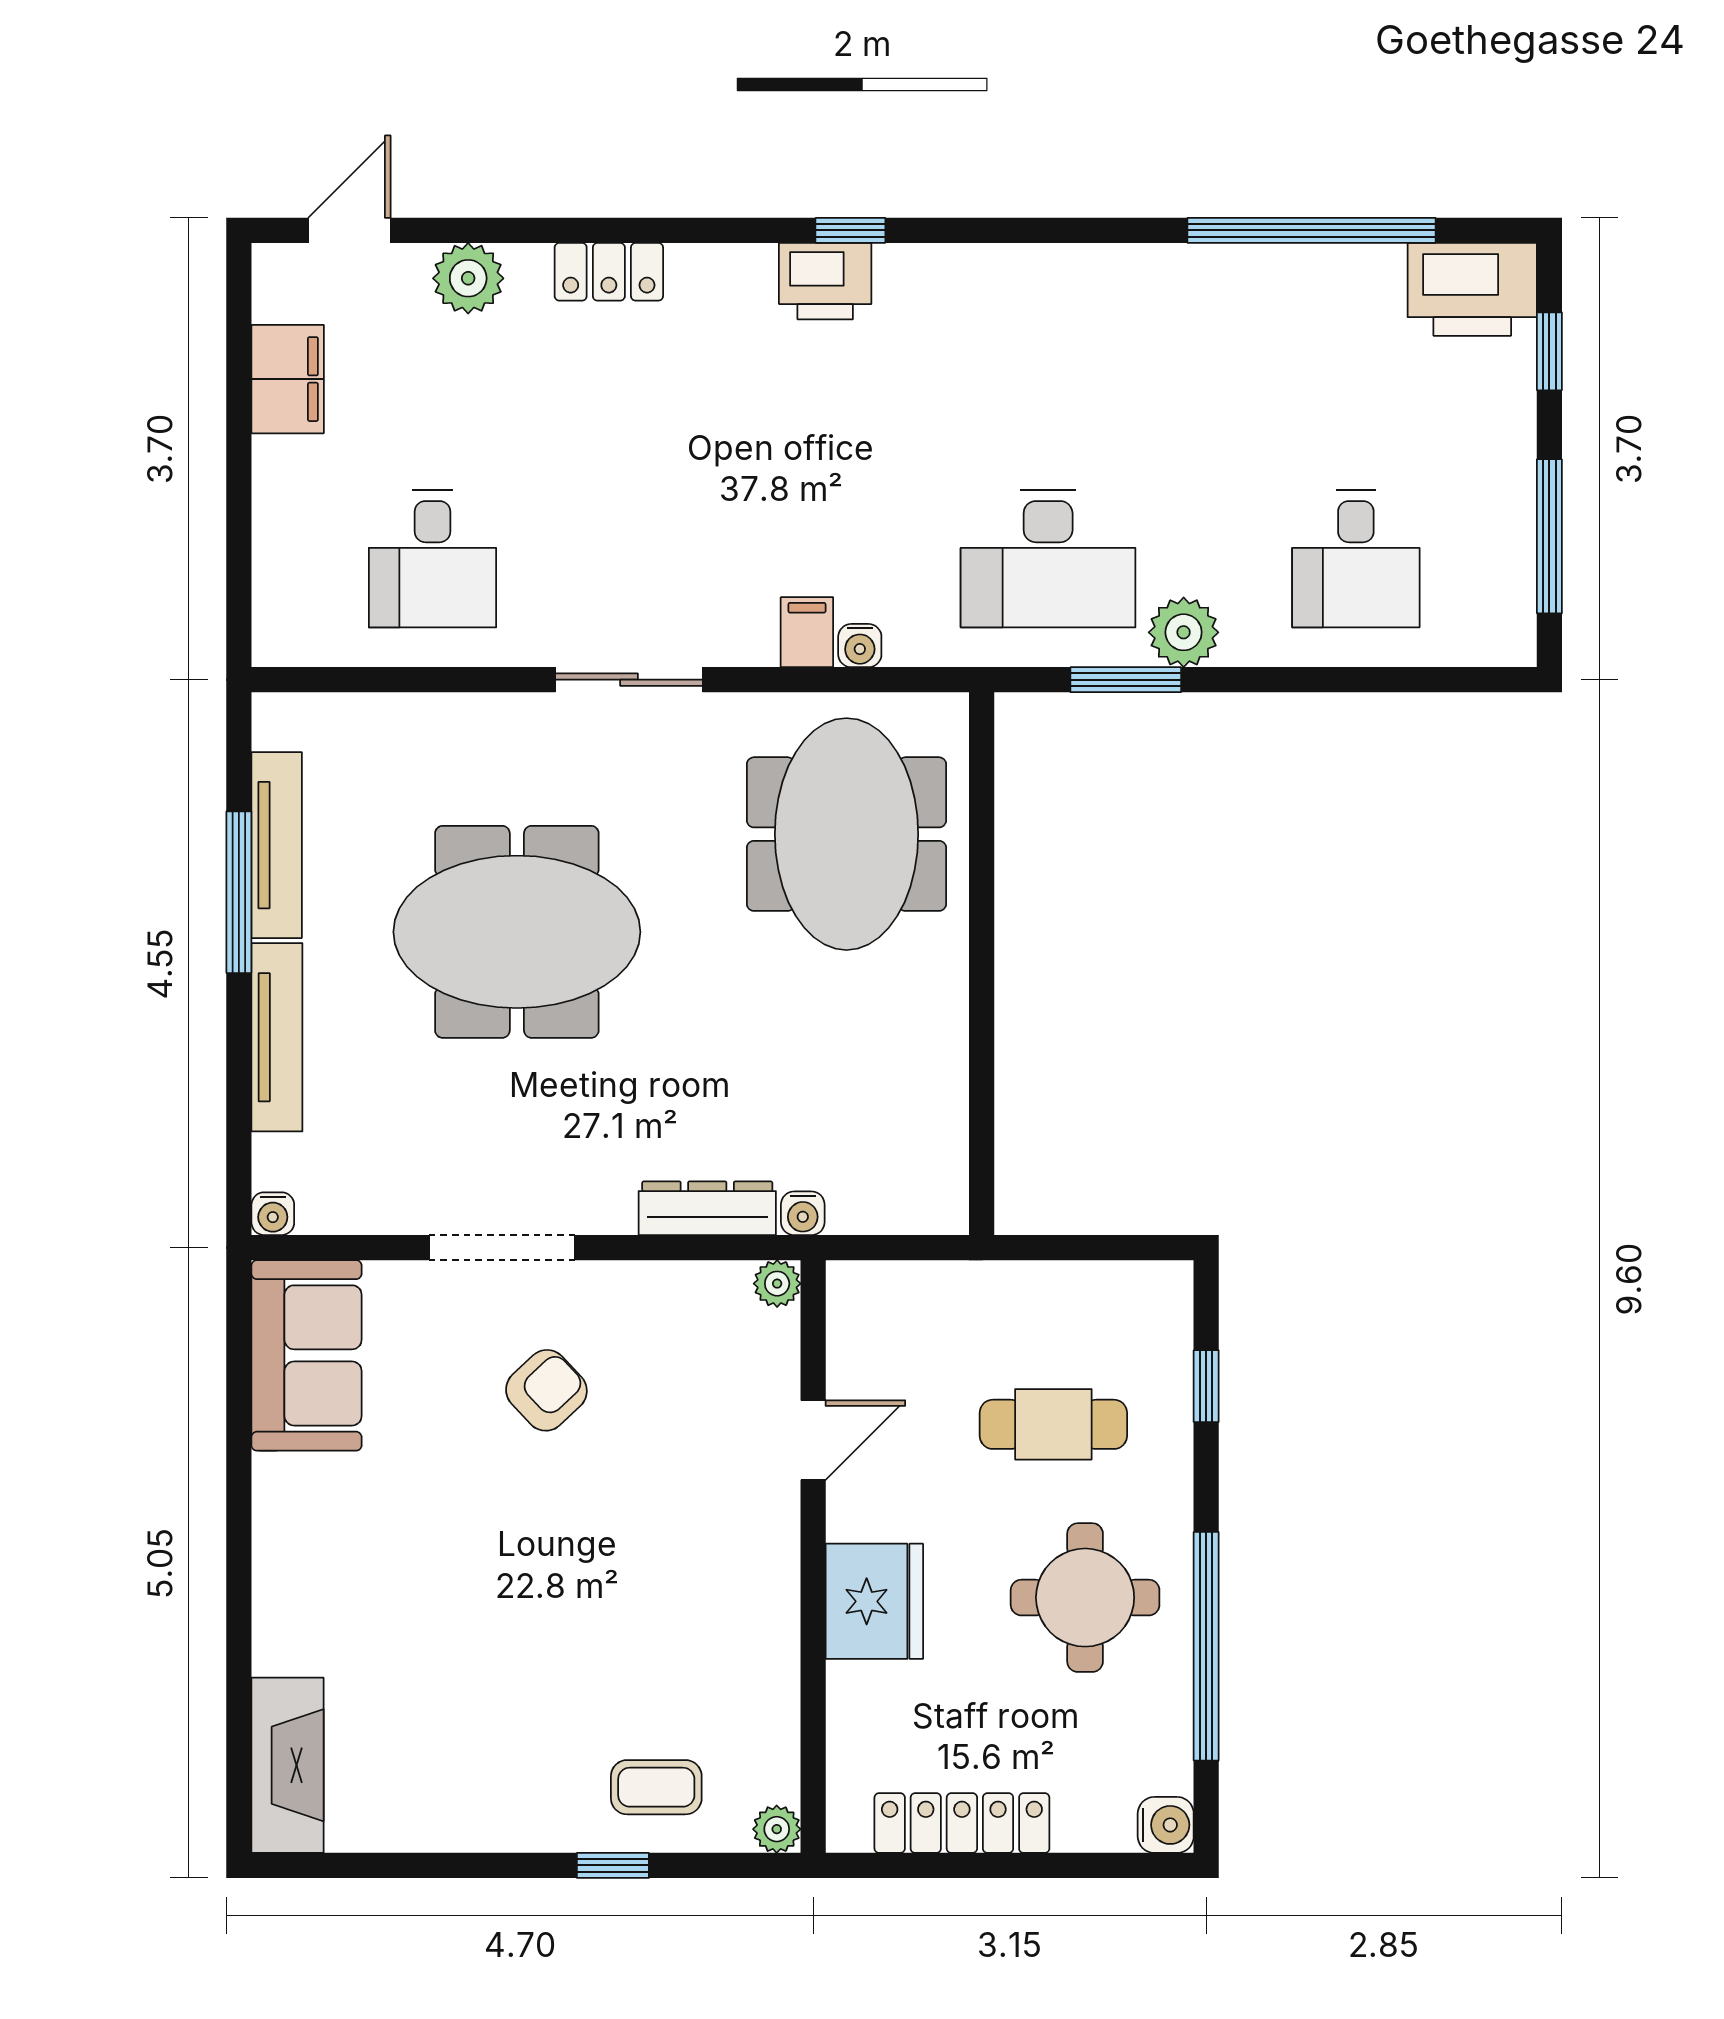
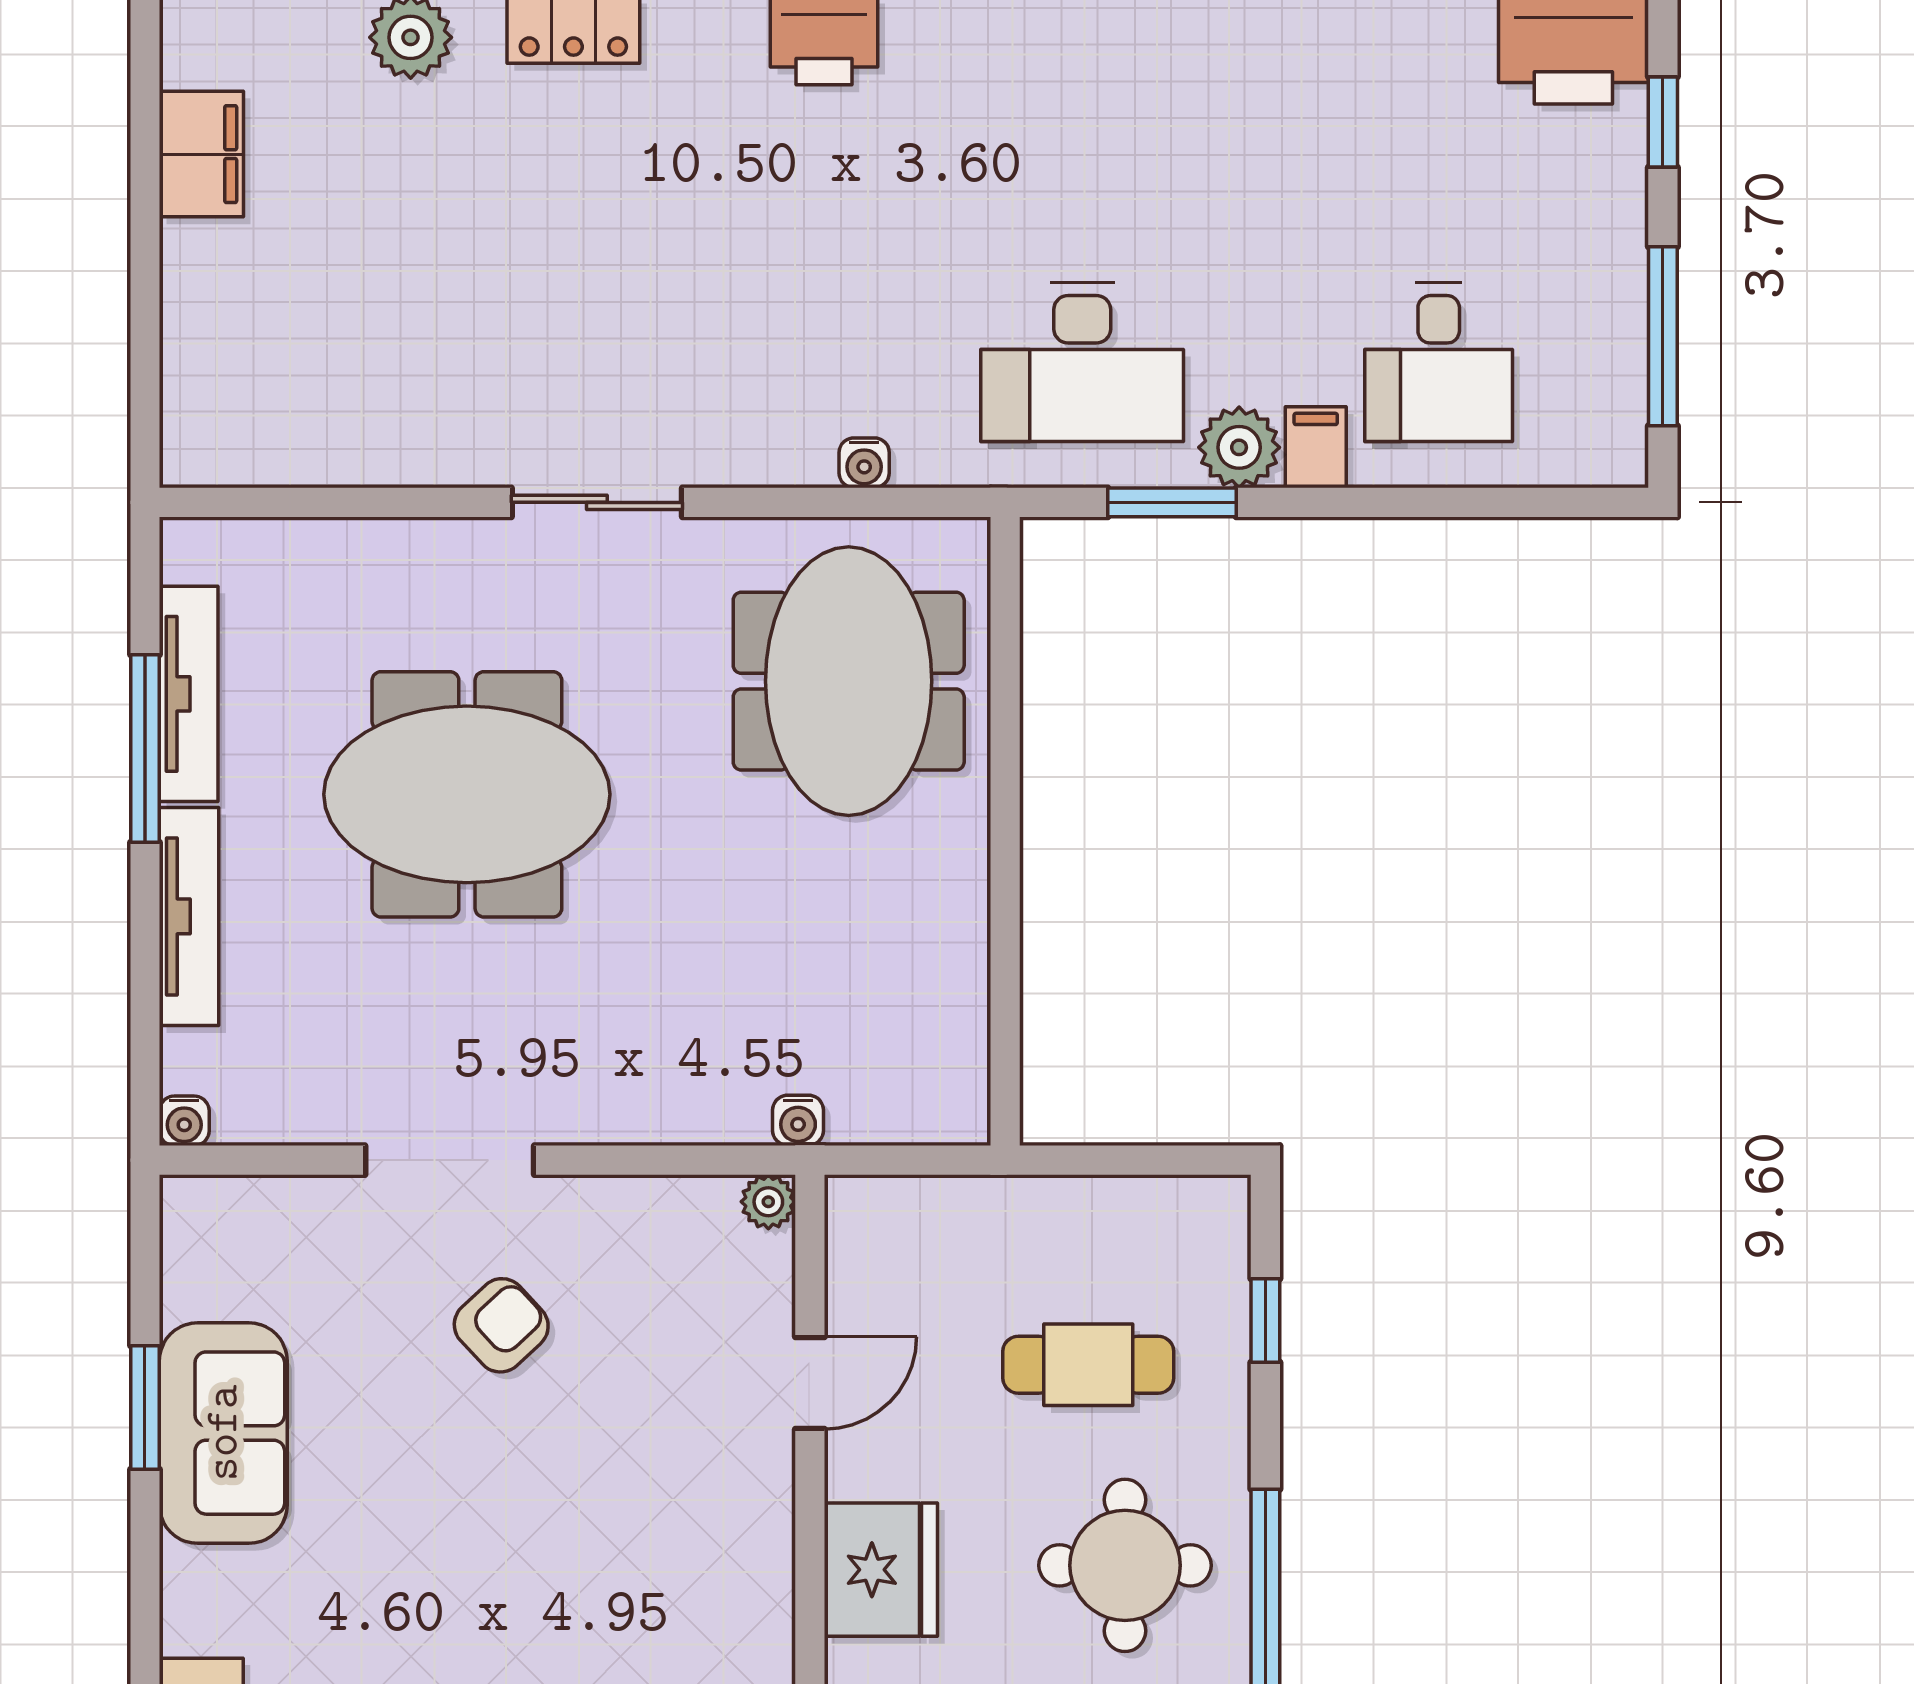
desk: (432, 559) -> (369, 362), removed
filing cabinet: (807, 632) -> (1316, 447), moved
dresser: (707, 1208) -> (687, 1114), removed
sofa: (306, 1355) -> (223, 1433), moved
window: (239, 1461) -> (145, 1407), added

